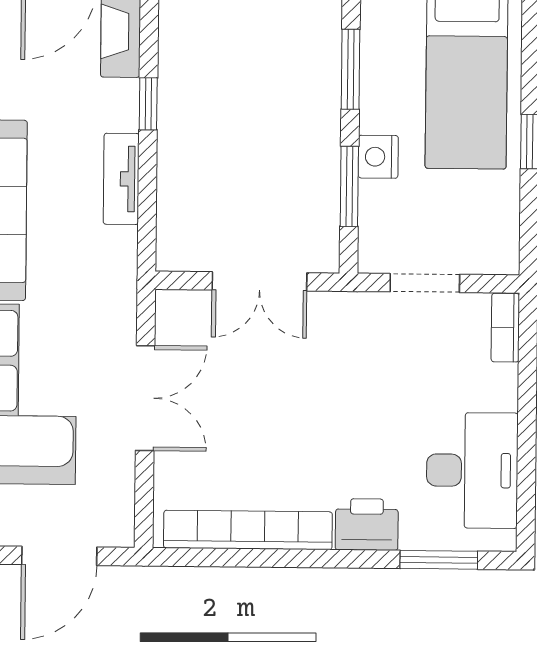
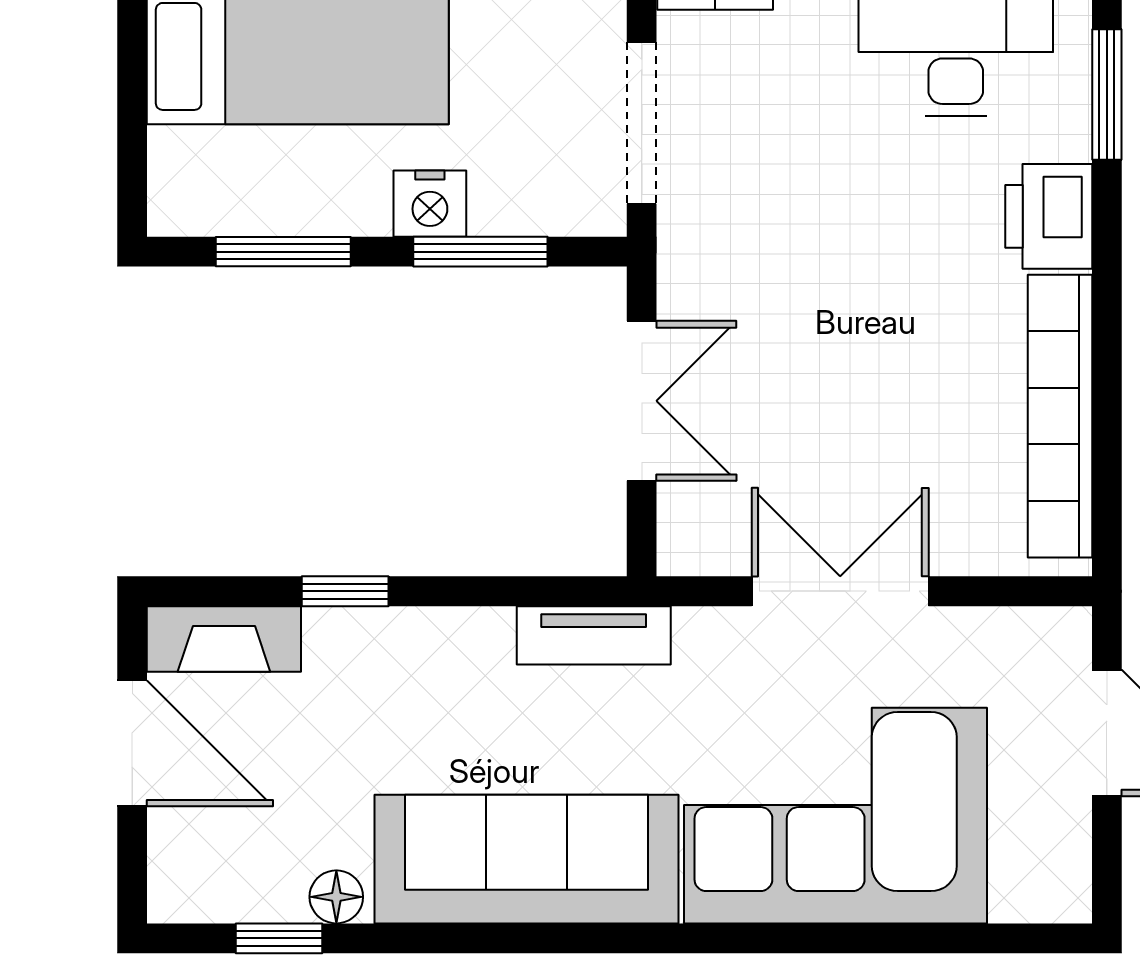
tv unit: (121, 179) -> (594, 635), moved
doorway: (425, 283) -> (642, 123), width x1.38

